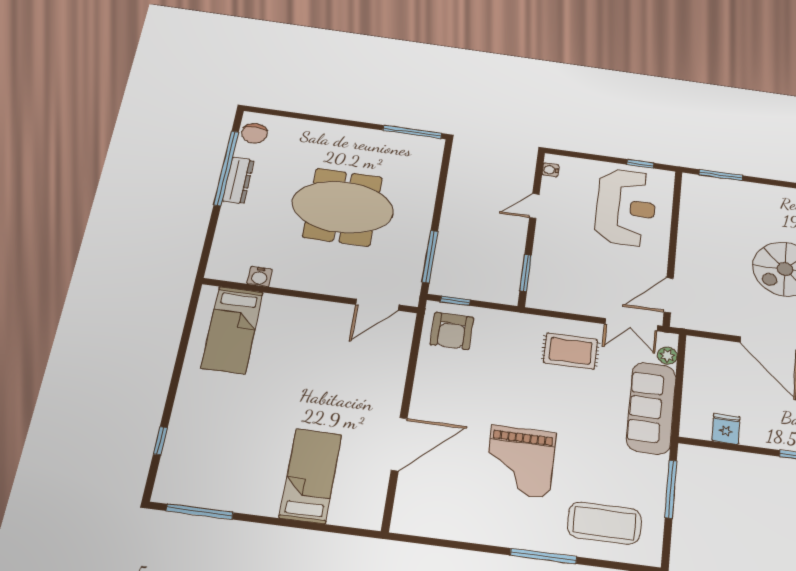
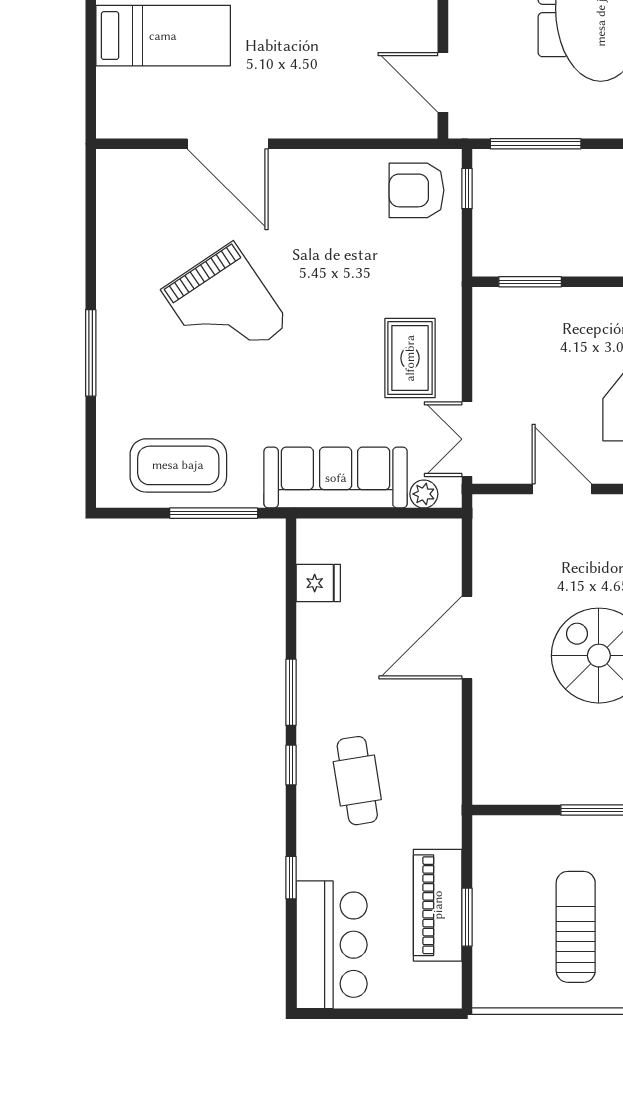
door: (669, 295) -> (562, 489), moved
grand piano: (520, 462) -> (225, 307), turned -124
coffee table: (604, 523) -> (178, 465), moved, turned 90

